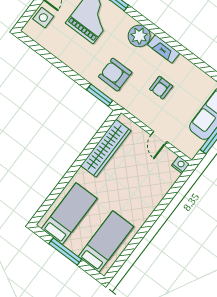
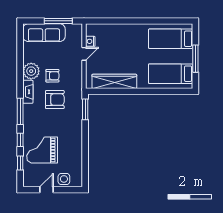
window: (149, 25) -> (20, 111), added
plant: (139, 36) -> (31, 71), moved
armchair: (115, 75) -> (55, 100), moved, turned -90
nightstand: (180, 165) -> (90, 41), moved

